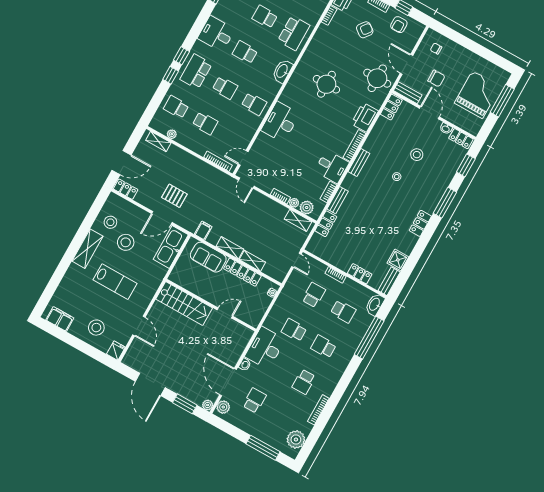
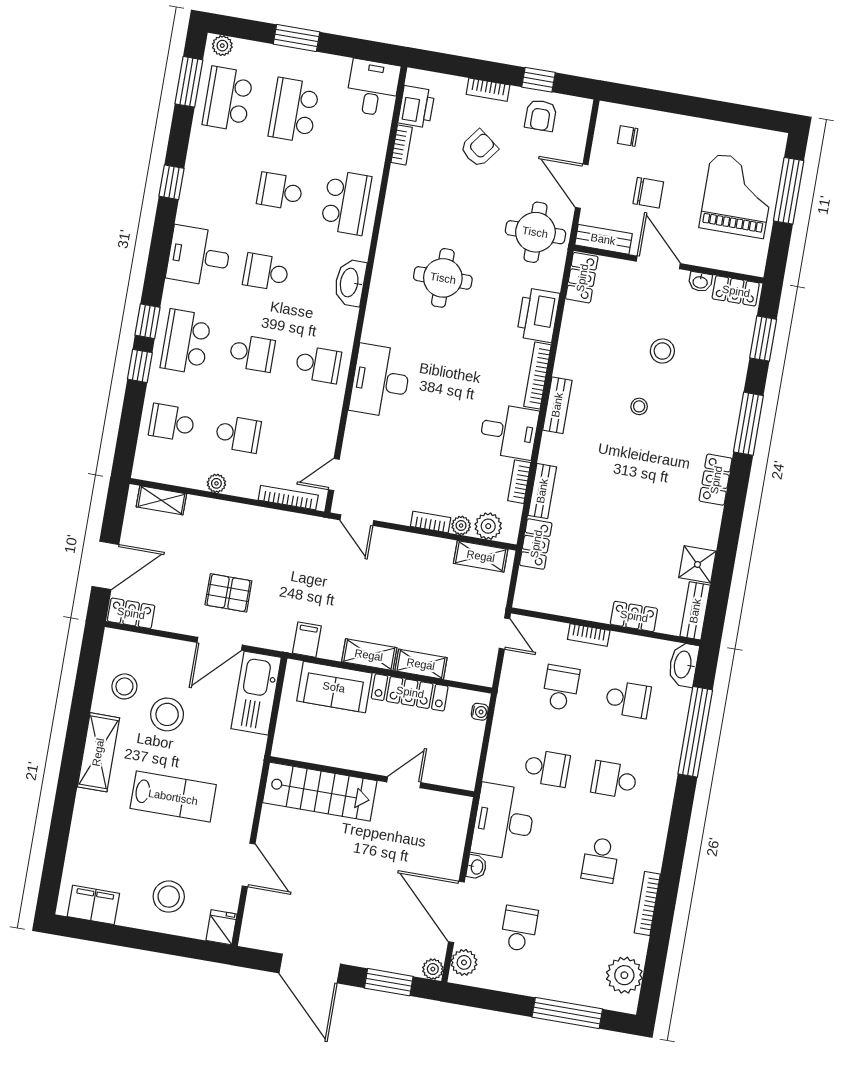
plant: (172, 134) -> (216, 483), moved
school desk: (294, 330) -> (547, 768), turned 180

